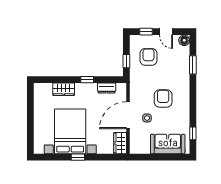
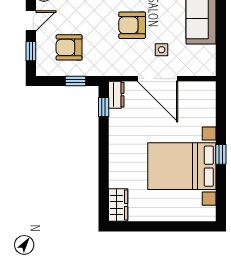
window: (87, 80) -> (104, 107), moved
dresser: (107, 88) -> (116, 95), moved
wardrobe: (64, 89) -> (118, 205), moved
wardrobe: (120, 143) -> (200, 90), removed

